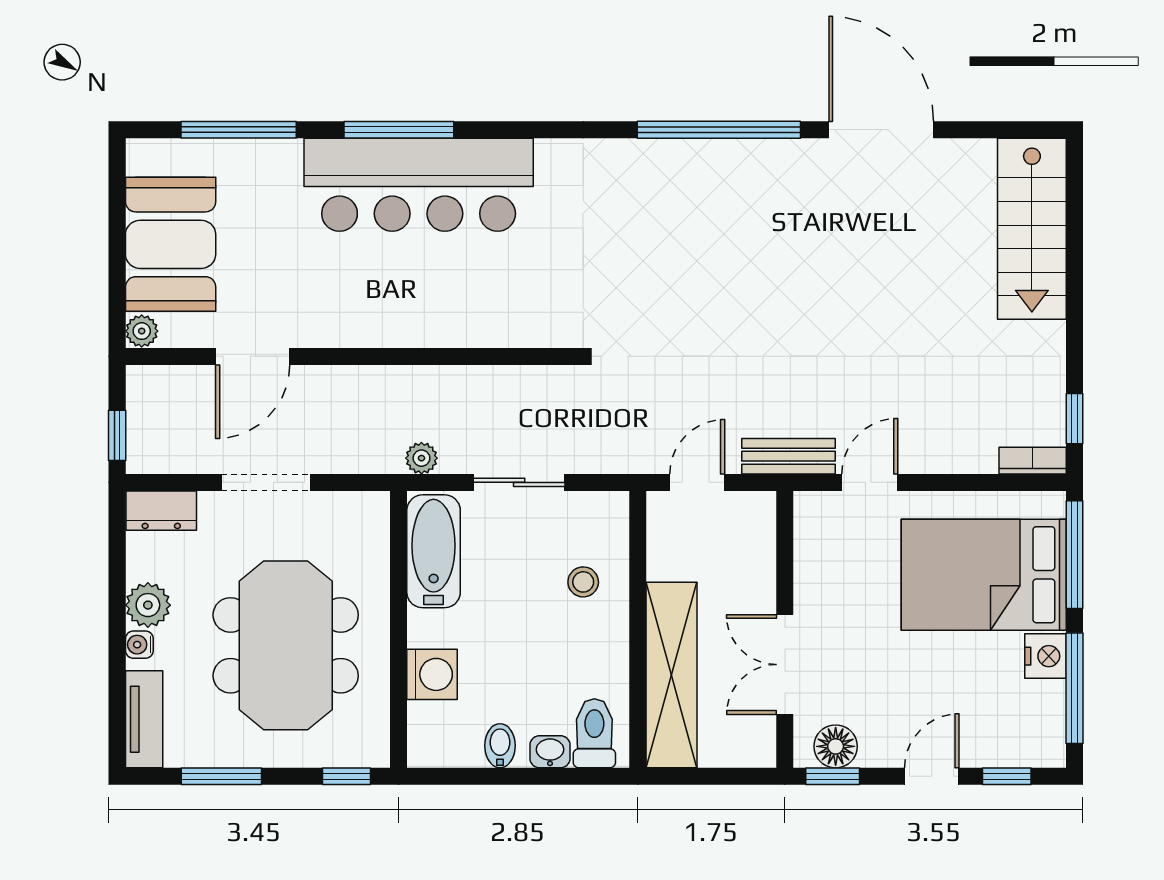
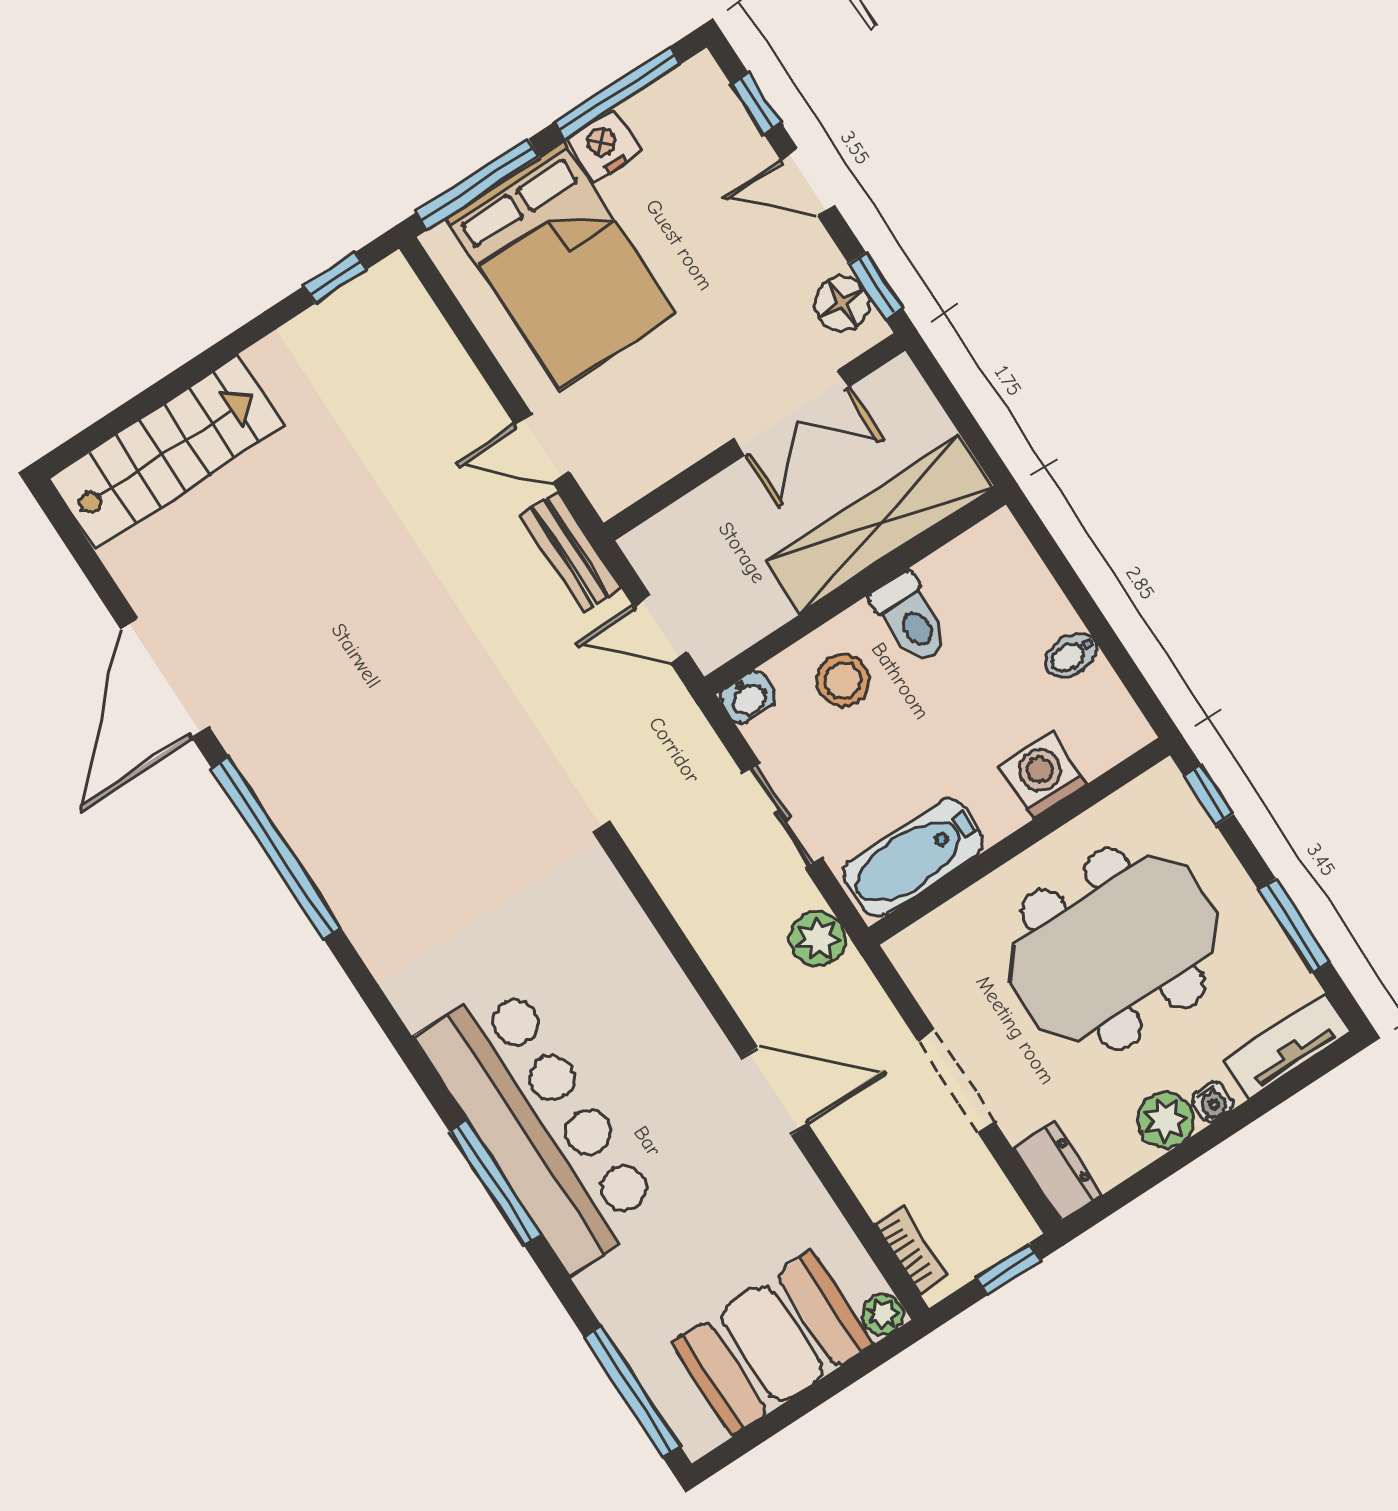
window: (239, 130) -> (633, 1393), moved
door: (253, 356) -> (774, 1091), moved
plant: (421, 458) -> (818, 939), width x1.38, depth x1.38
bookcase: (1033, 461) -> (910, 1249), moved, turned 180
stool: (583, 582) -> (843, 680), width x1.37, depth x1.37
toilet: (594, 733) -> (911, 618), moved, turned -90
washbasin: (550, 752) -> (748, 698), moved, turned -90

